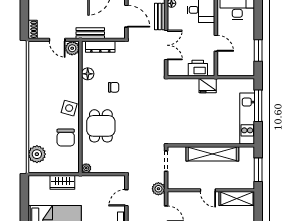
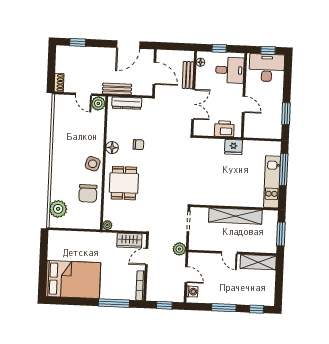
floor lamp: (88, 74) -> (112, 148), moved
wardrobe: (62, 182) -> (129, 240), moved

